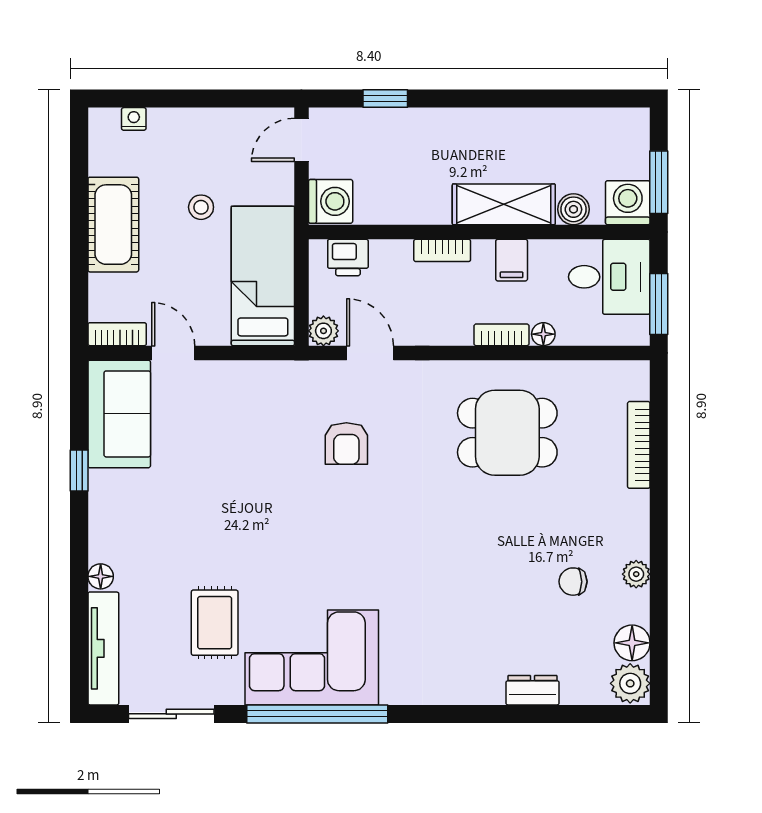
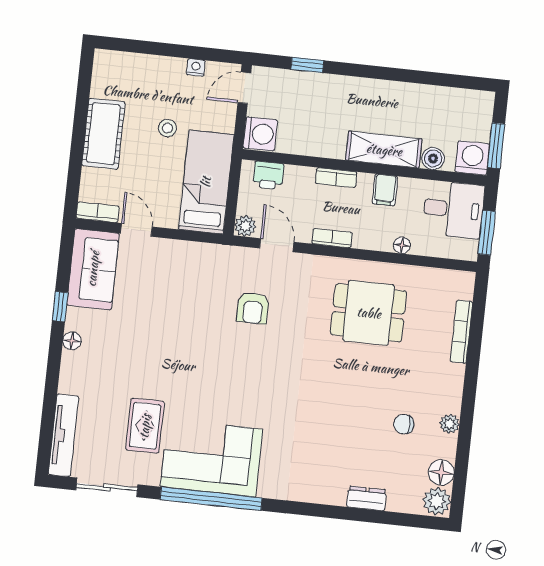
nightstand: (134, 119) -> (196, 67), moved
bookcase: (502, 335) -> (332, 238), moved
floor lamp: (101, 576) -> (72, 341), moved

